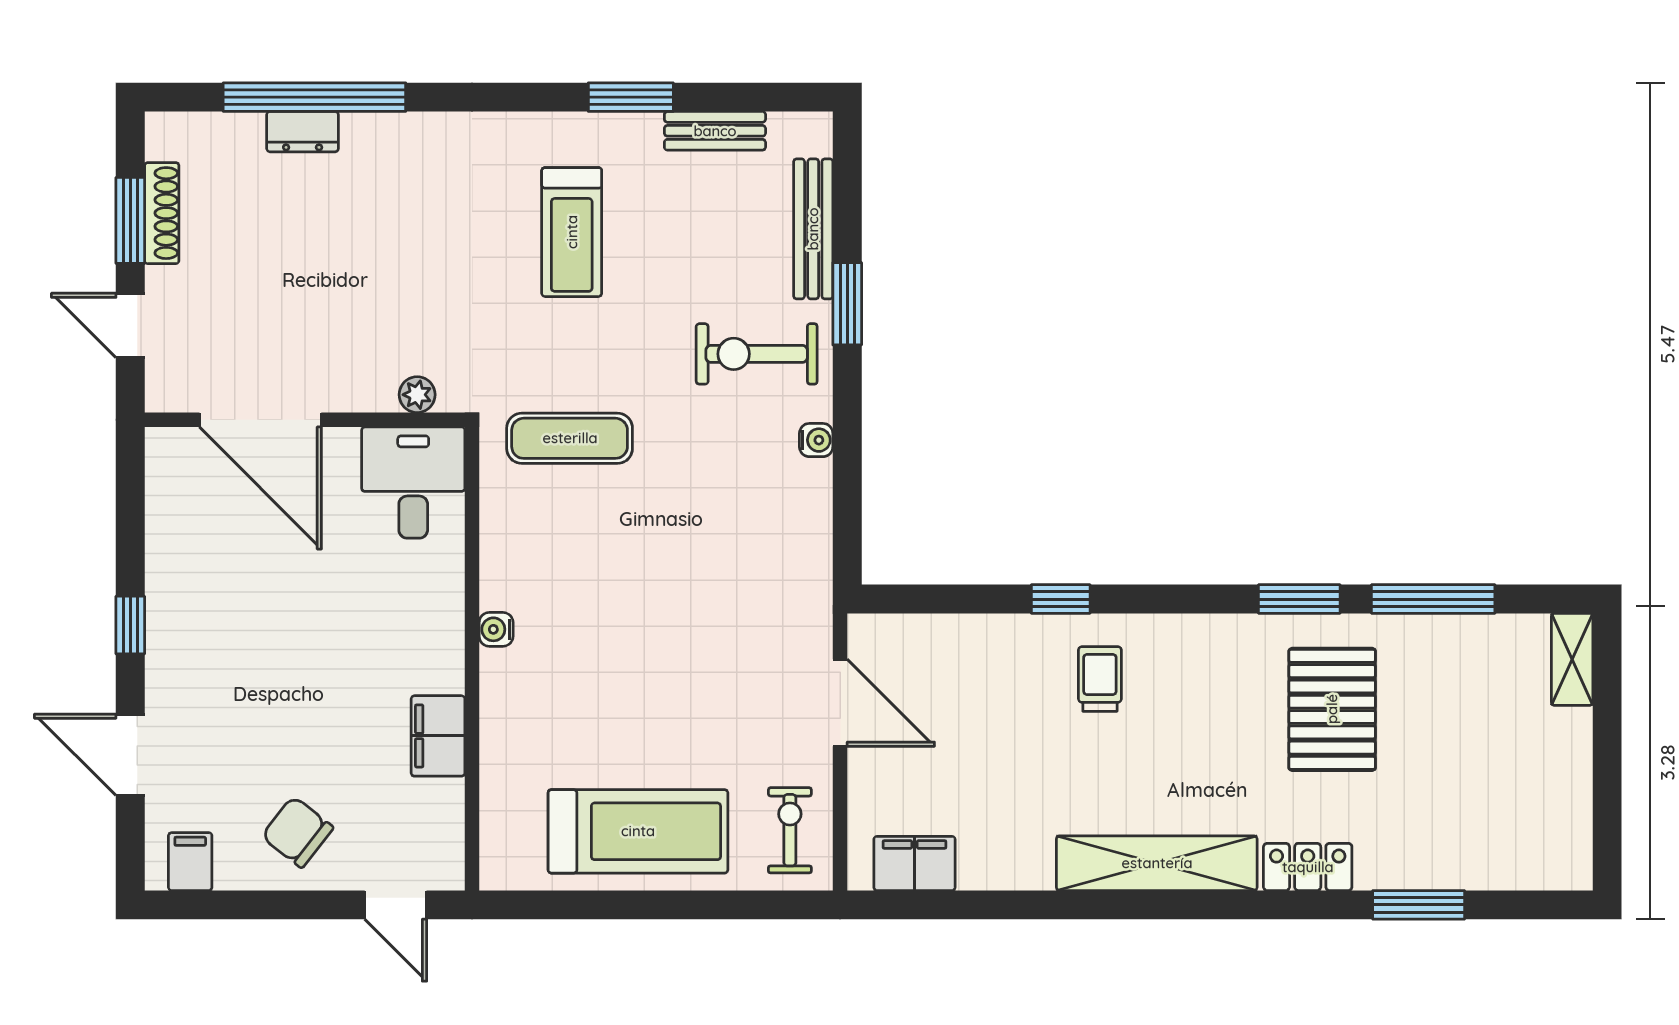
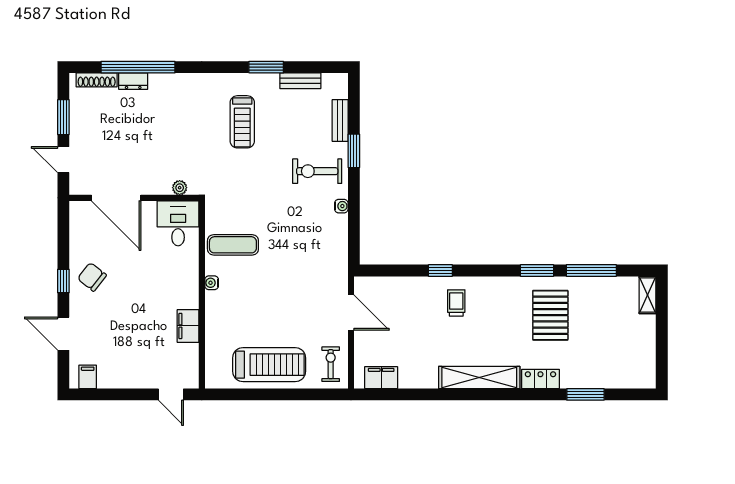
shoe rack: (162, 213) -> (97, 80), moved, turned 90
bench: (813, 229) -> (340, 121), width x0.73
exercise mat: (570, 438) -> (233, 245), moved
chair: (297, 832) -> (92, 277), moved

